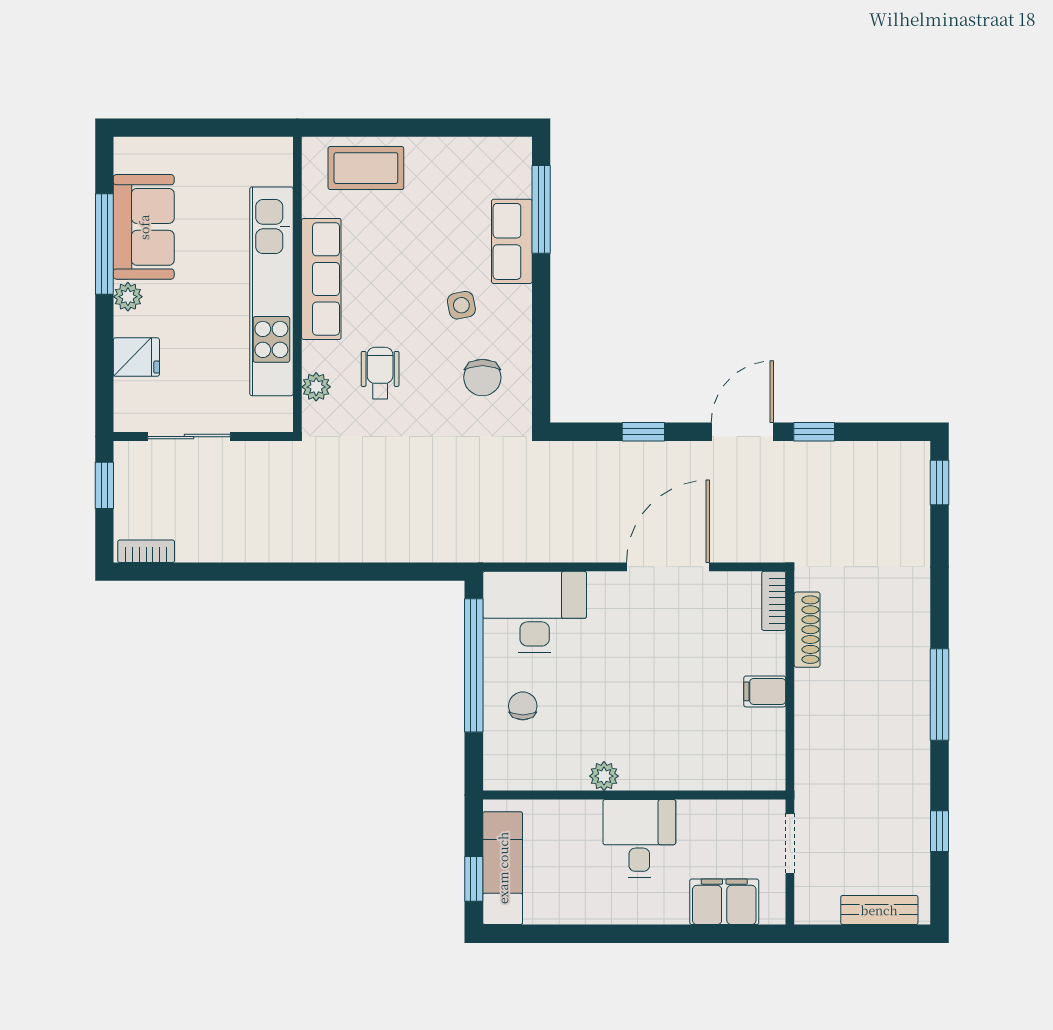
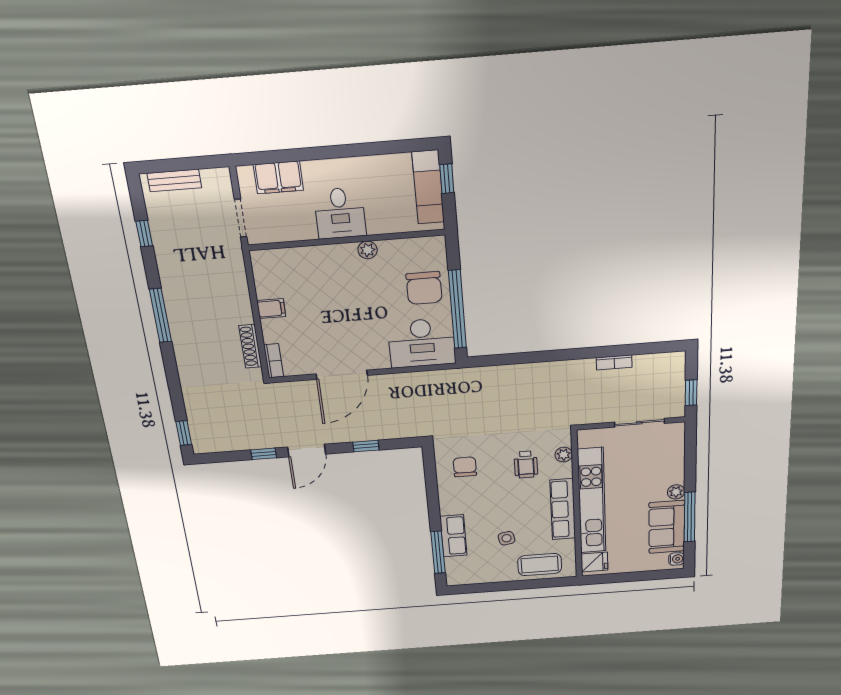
water cooler: (126, 158) -> (676, 559), added
side table: (461, 305) -> (507, 538), moved
fridge: (136, 357) -> (594, 562), moved, turned 180
bookcase: (146, 551) -> (614, 362), moved
chair: (523, 706) -> (424, 288), width x1.87, depth x1.87

